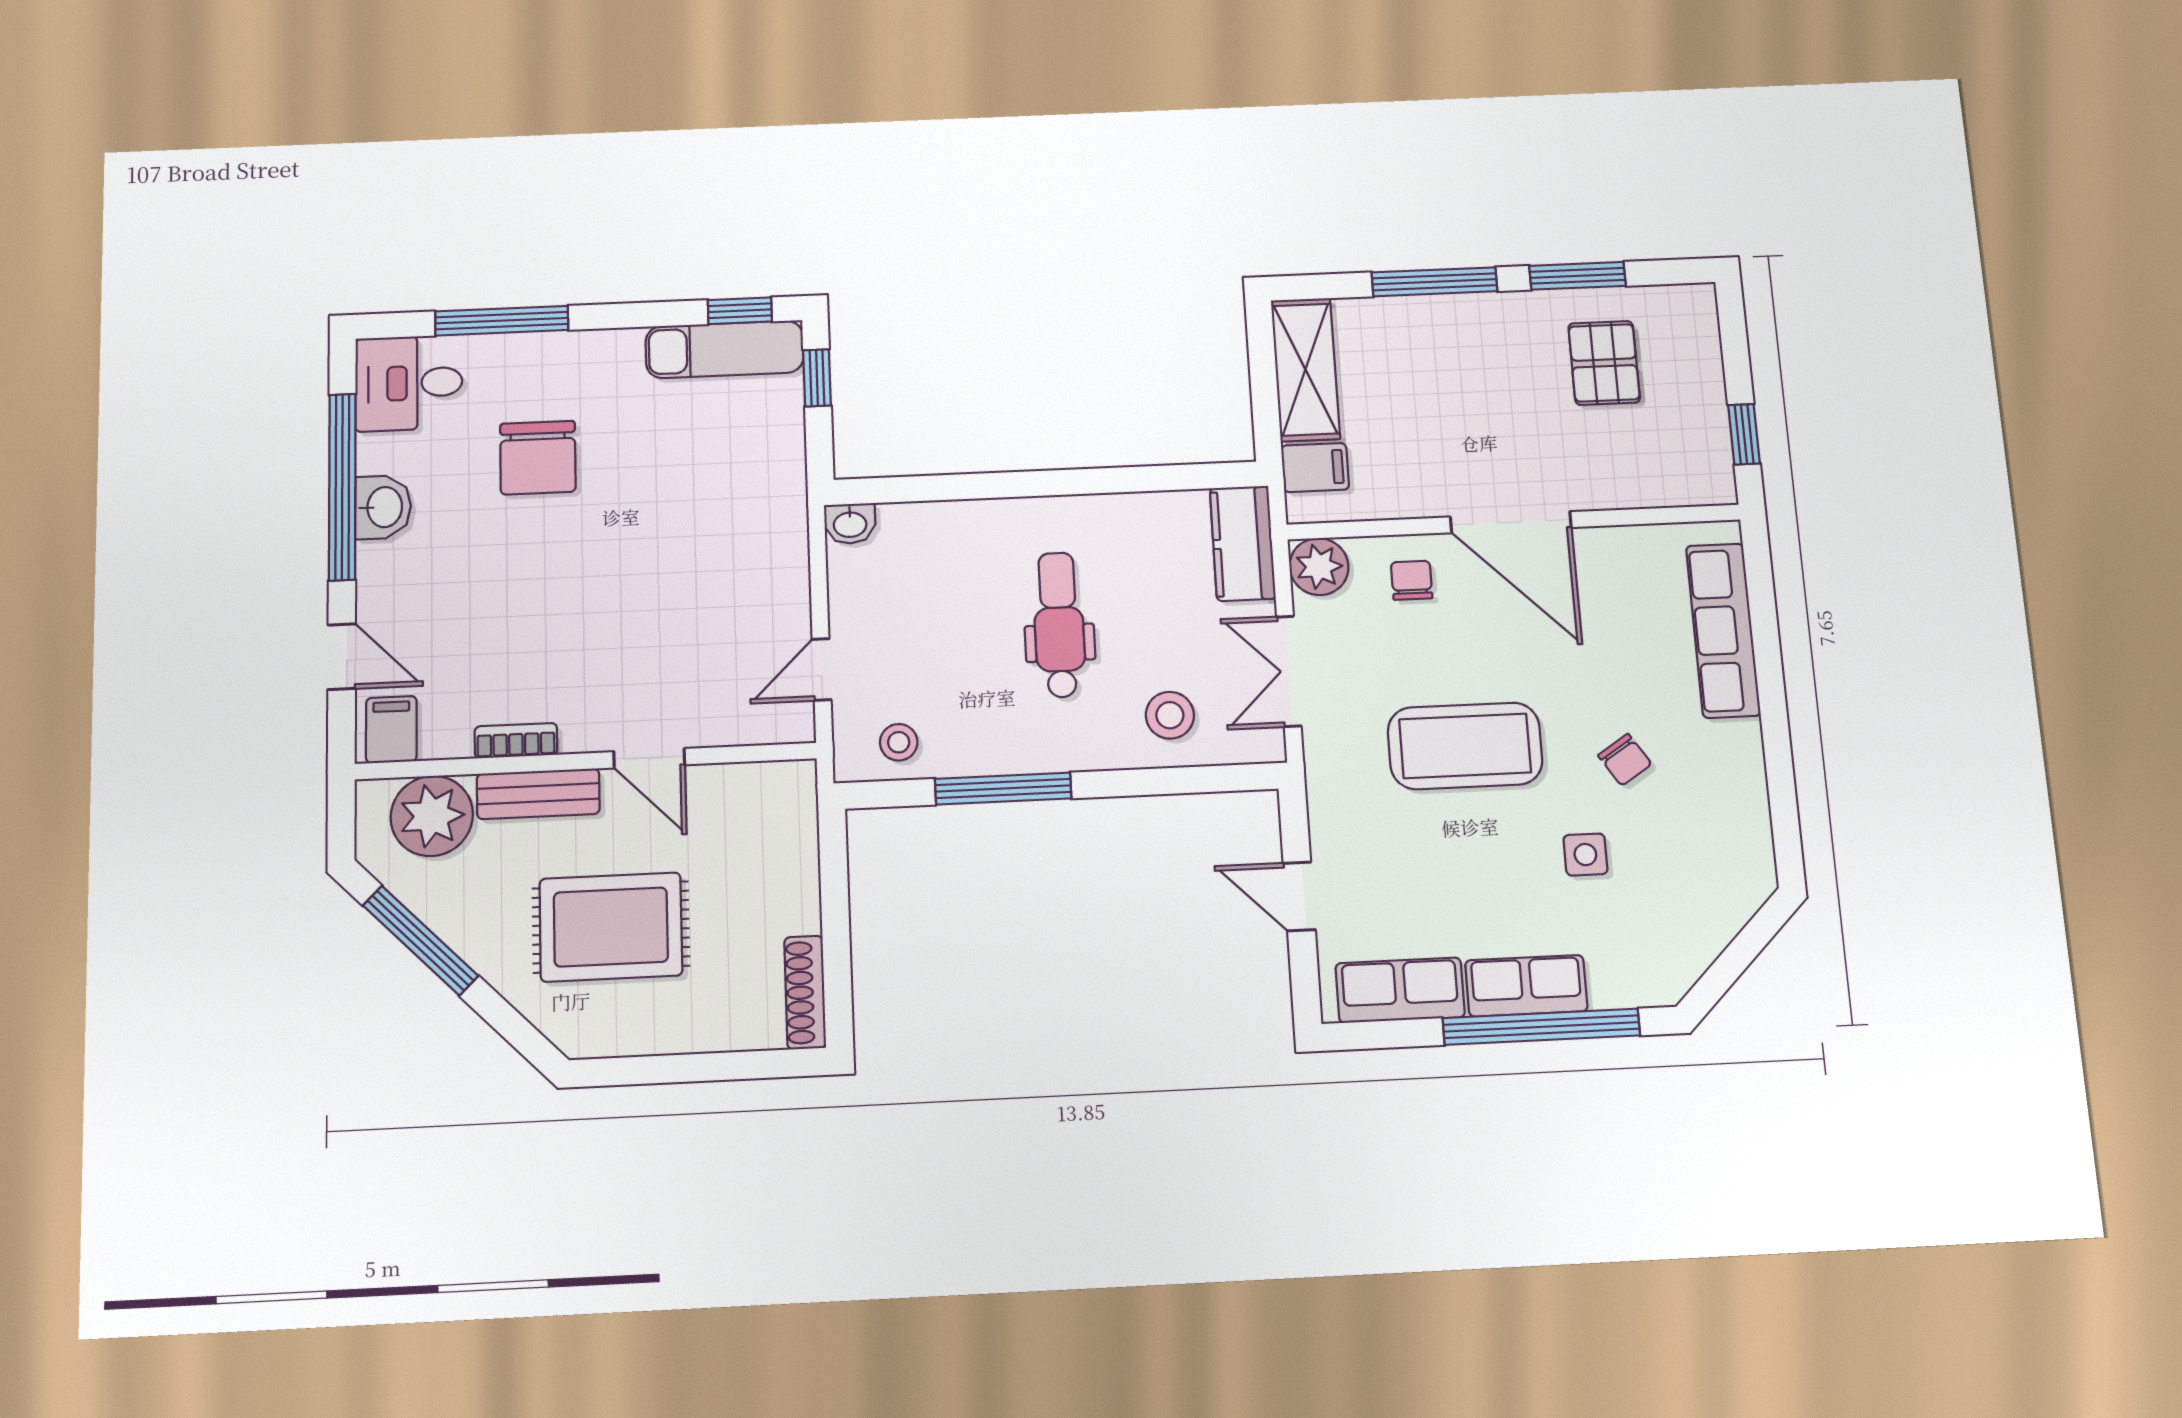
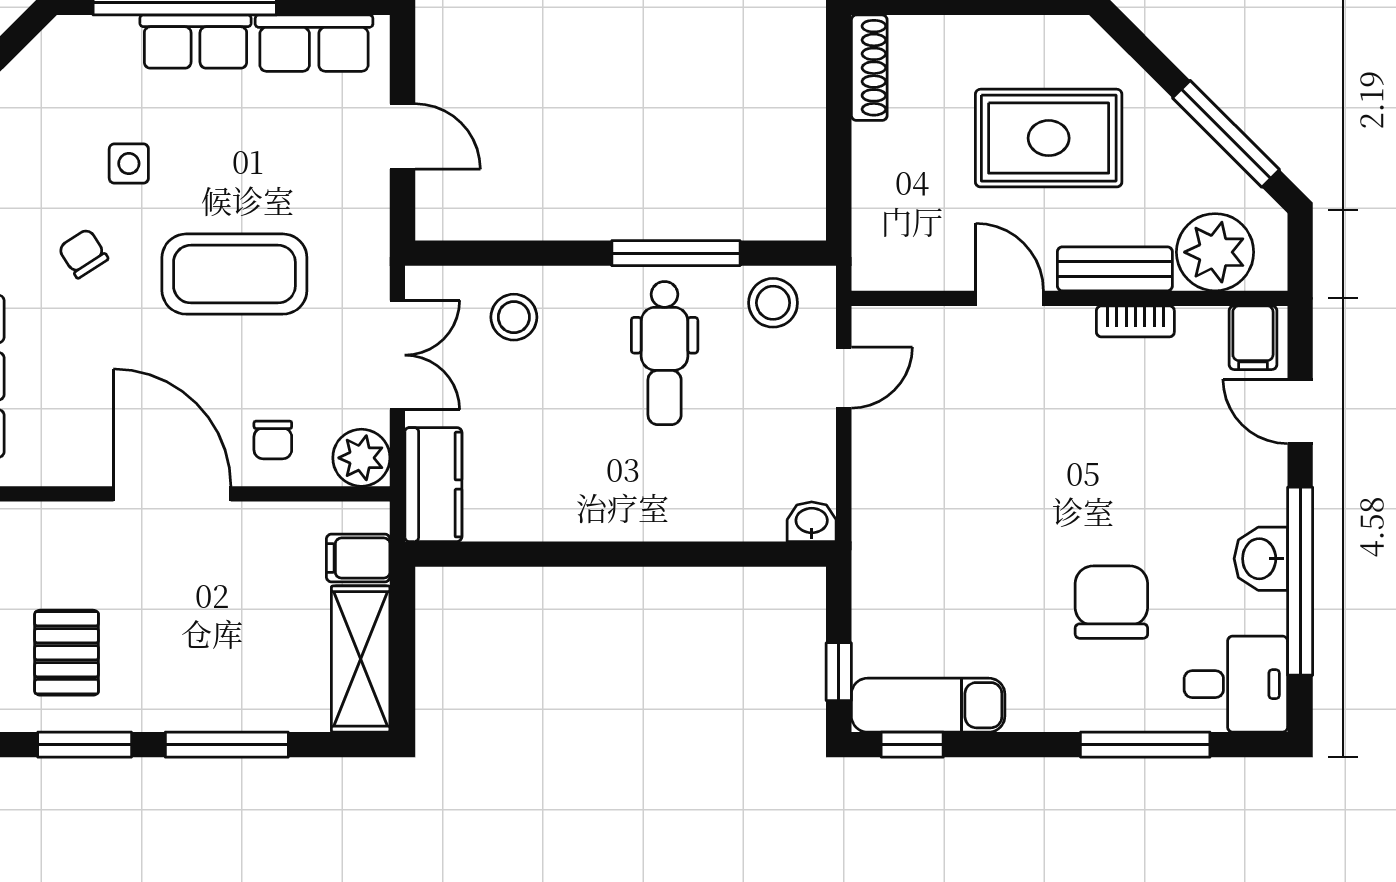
dental chair: (1059, 625) -> (665, 353), moved
stool: (899, 742) -> (773, 303), width x1.37, depth x1.37

